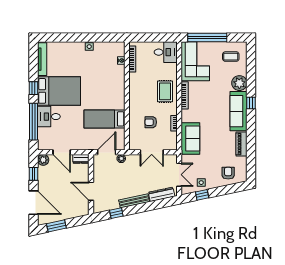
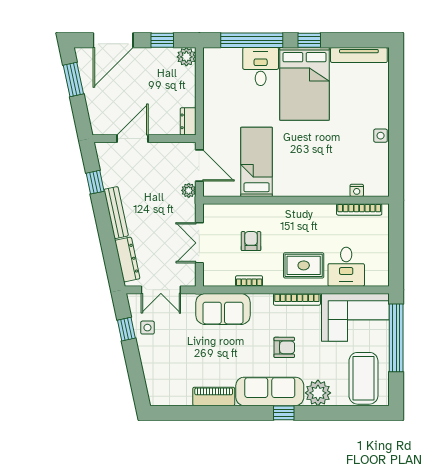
desk: (166, 52) -> (346, 267), moved
coffee table: (231, 57) -> (363, 378), width x1.86, depth x1.72
door: (62, 152) -> (199, 88), removed
armchair: (228, 173) -> (284, 347), moved

